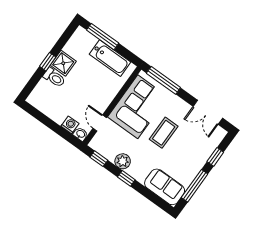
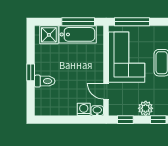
window: (103, 37) -> (78, 22), moved
shower: (63, 63) -> (49, 35), moved

